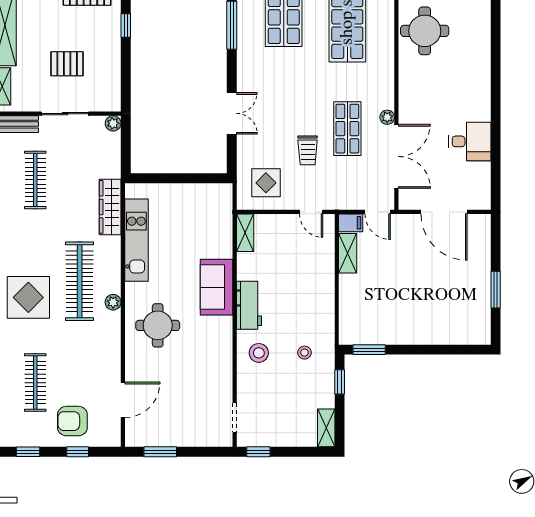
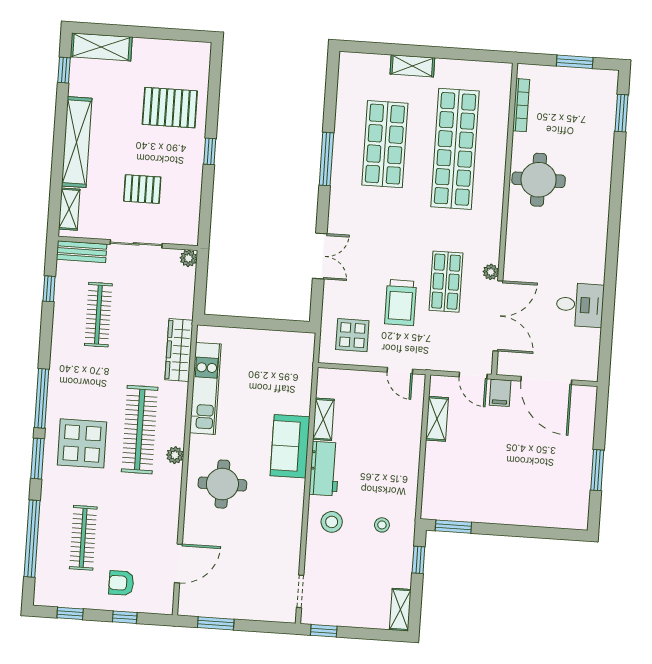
trolley: (308, 150) -> (401, 303), width x1.36, depth x1.39
filing cabinet: (351, 223) -> (500, 393), moved, turned 90
shelving: (245, 233) -> (323, 419), moved
armchair: (72, 421) -> (121, 583), width x0.72, depth x0.72

